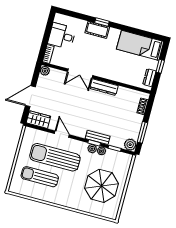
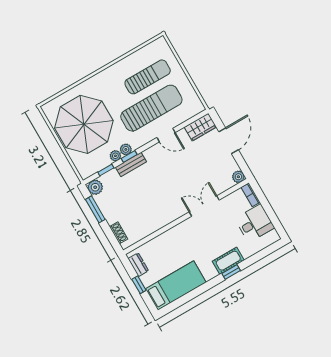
dresser: (104, 87) -> (171, 215), removed
parasol: (101, 186) -> (84, 124), width x1.36, depth x1.36

